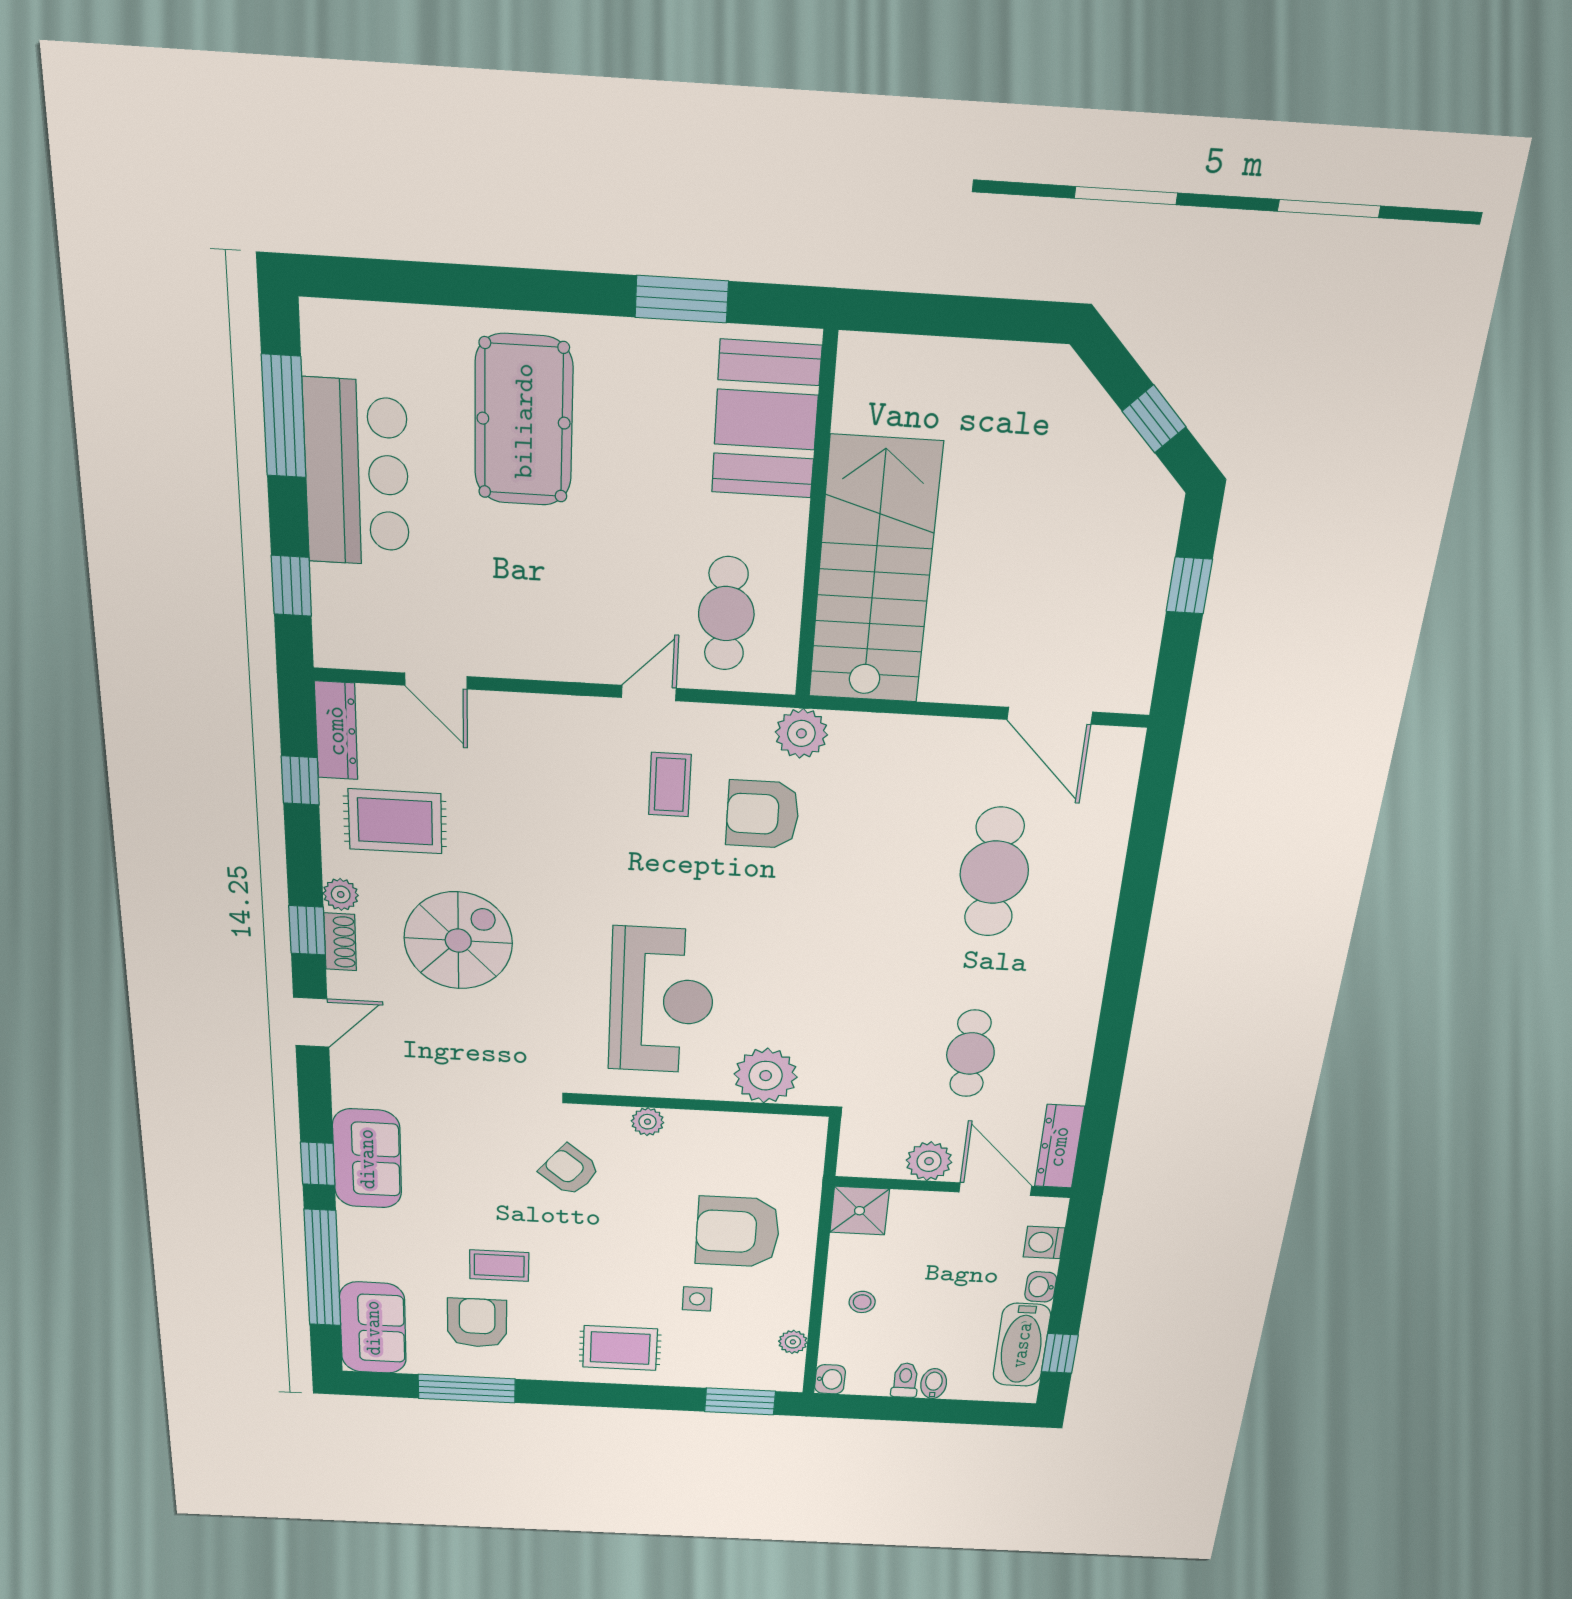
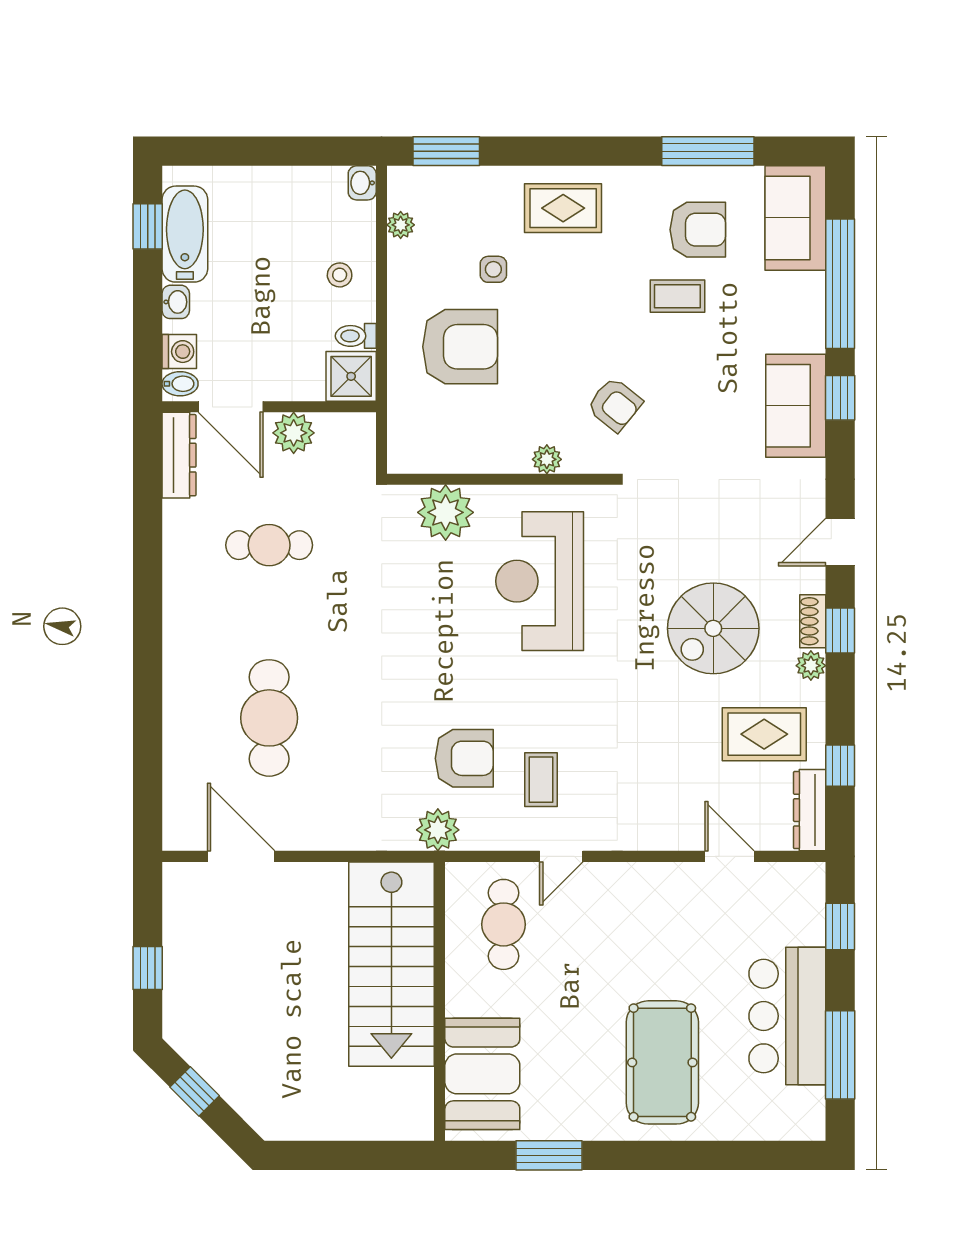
cafe table: (970, 1054) -> (269, 545), turned 90
armchair: (477, 1323) -> (698, 230), turned -90
toilet: (905, 1380) -> (356, 336), moved, turned 90
bidet: (934, 1384) -> (180, 384), moved, turned -90

